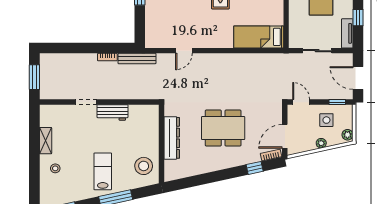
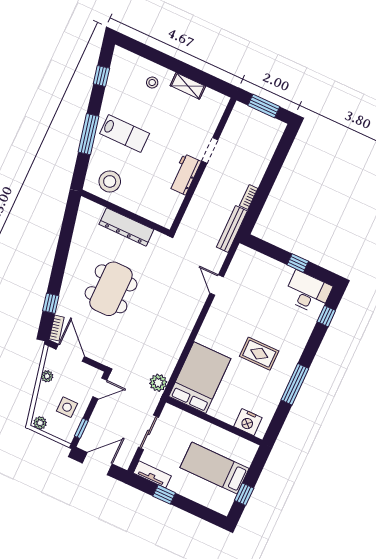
bed: (259, 37) -> (200, 378), width x1.50
plant: (277, 61) -> (158, 383), added
plant: (321, 143) -> (47, 376), moved

